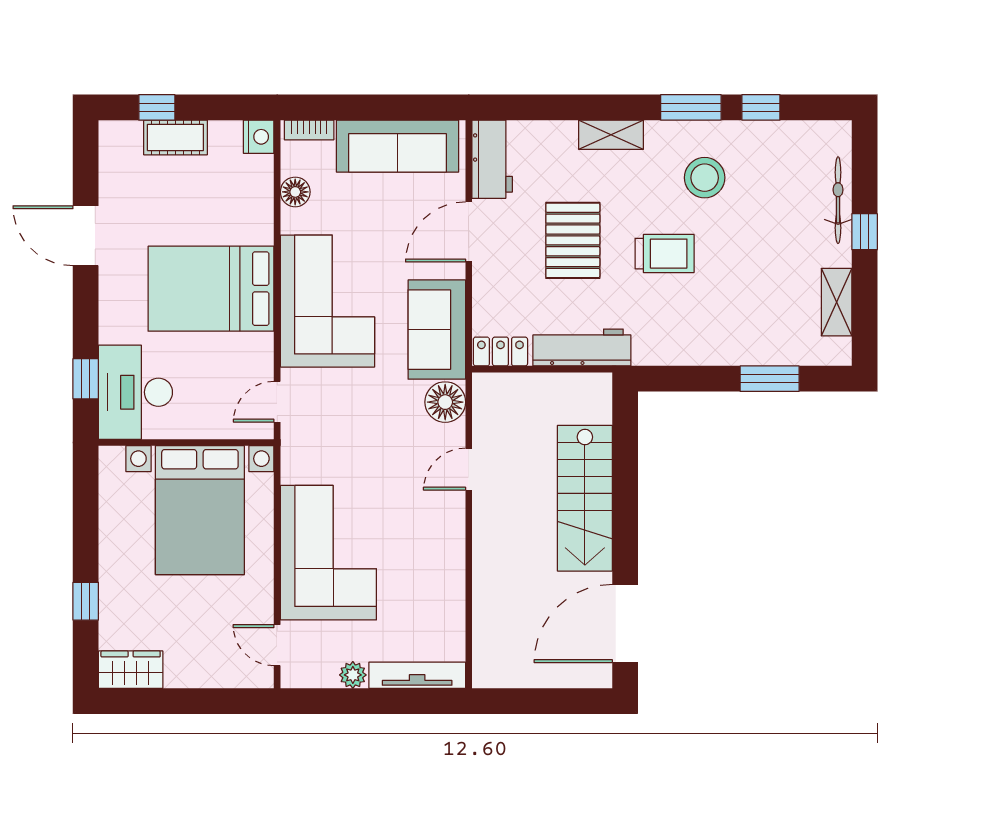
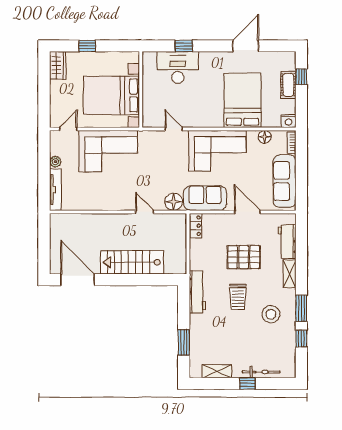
workbench: (492, 159) -> (287, 242), moved, turned 90
bed: (211, 289) -> (243, 100), moved
workbench: (582, 348) -> (197, 292), moved
wall: (186, 443) -> (141, 90), moved
bed with nightstands: (200, 510) -> (112, 95), moved

